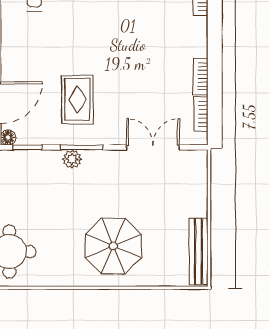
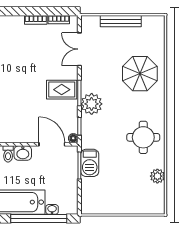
rug: (77, 100) -> (62, 90), moved
plant: (72, 159) -> (92, 104), width x1.87, depth x1.87
bench: (199, 251) -> (121, 21), moved

